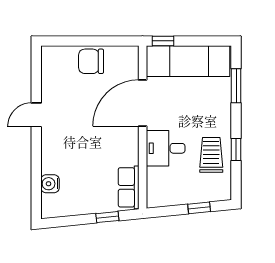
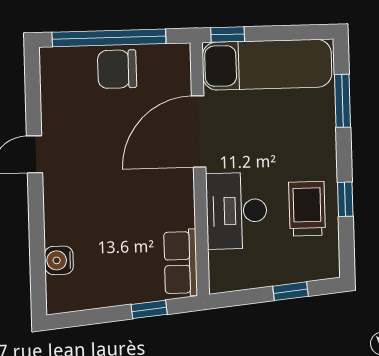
window: (86, 41) -> (109, 38), added
desk: (166, 148) -> (236, 211), width x1.37

